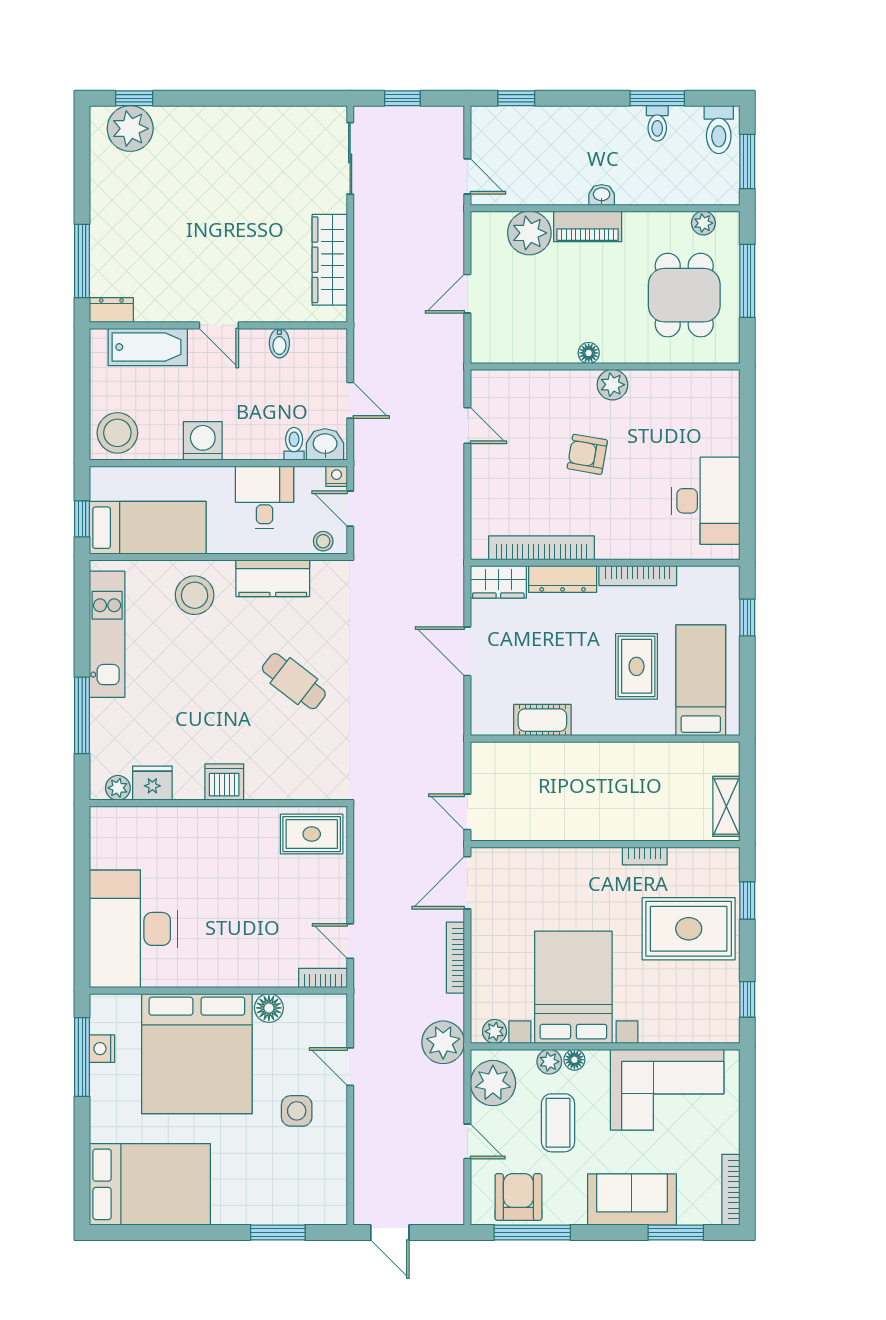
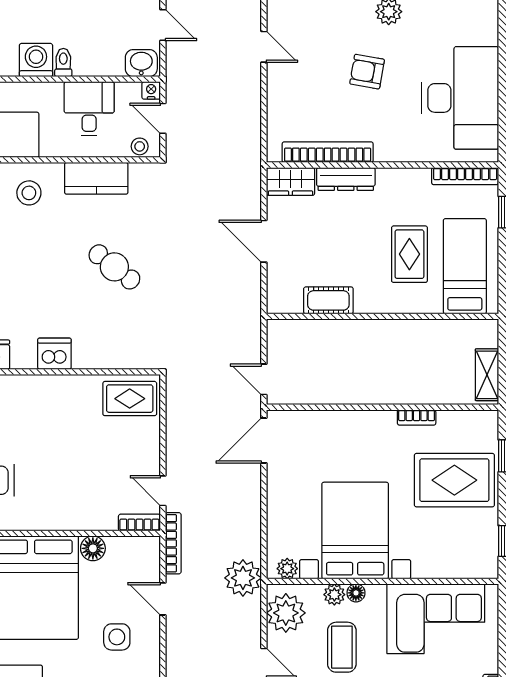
toilet: (294, 444) -> (63, 63), moved
desk: (706, 501) -> (460, 98), width x1.36, depth x1.30
bookcase: (638, 576) -> (465, 176), moved
stool: (195, 595) -> (29, 193), width x0.73, depth x0.73
bookcase: (455, 958) -> (173, 543), moved, turned 180

